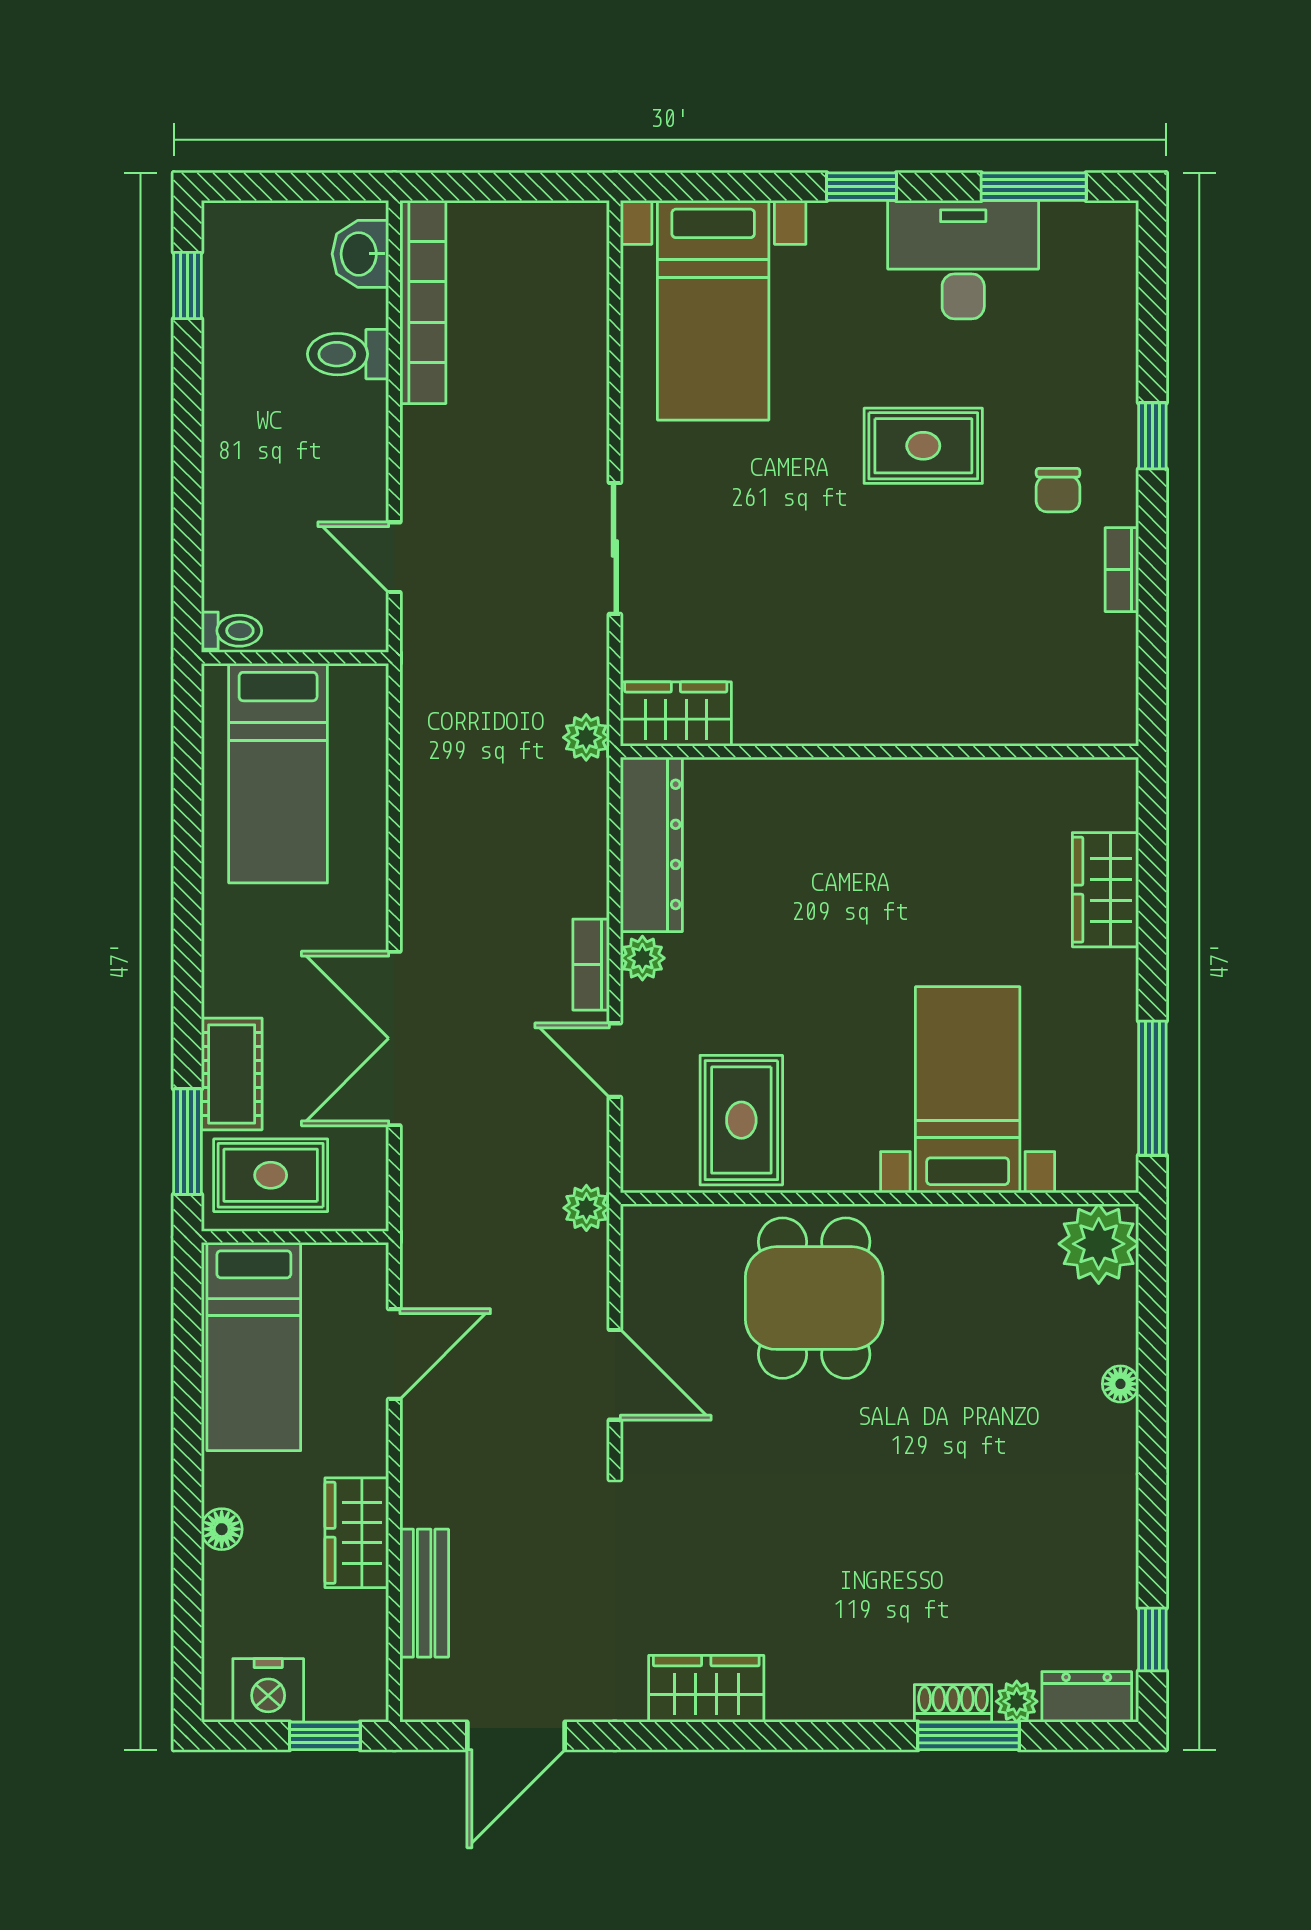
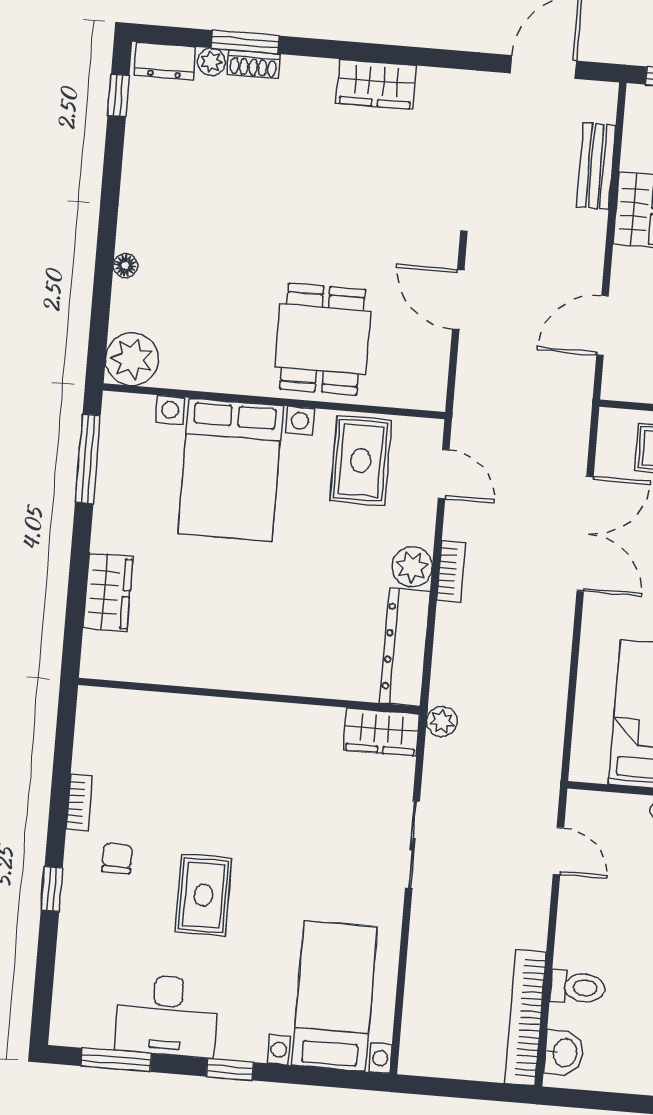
rug: (923, 446) -> (203, 895), turned 90
plant: (642, 958) -> (412, 567), width x1.38, depth x1.38
door: (615, 1060) -> (444, 474), moved
bed with nightstands: (968, 1090) -> (231, 470), width x1.36
plant: (586, 1208) -> (468, 411), removed
wardrobe: (706, 1689) -> (376, 84), moved

